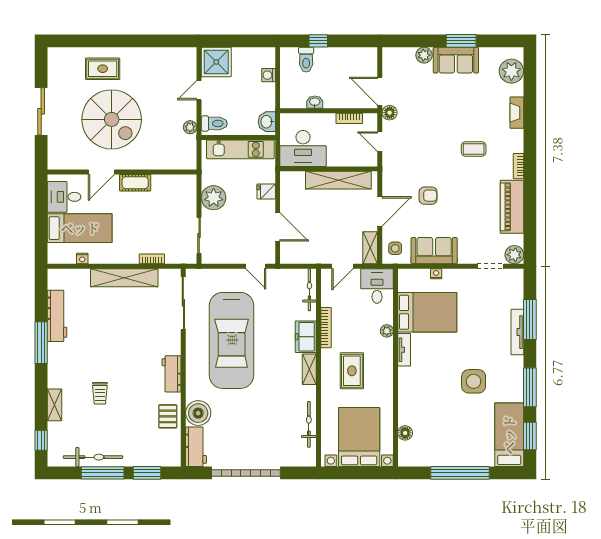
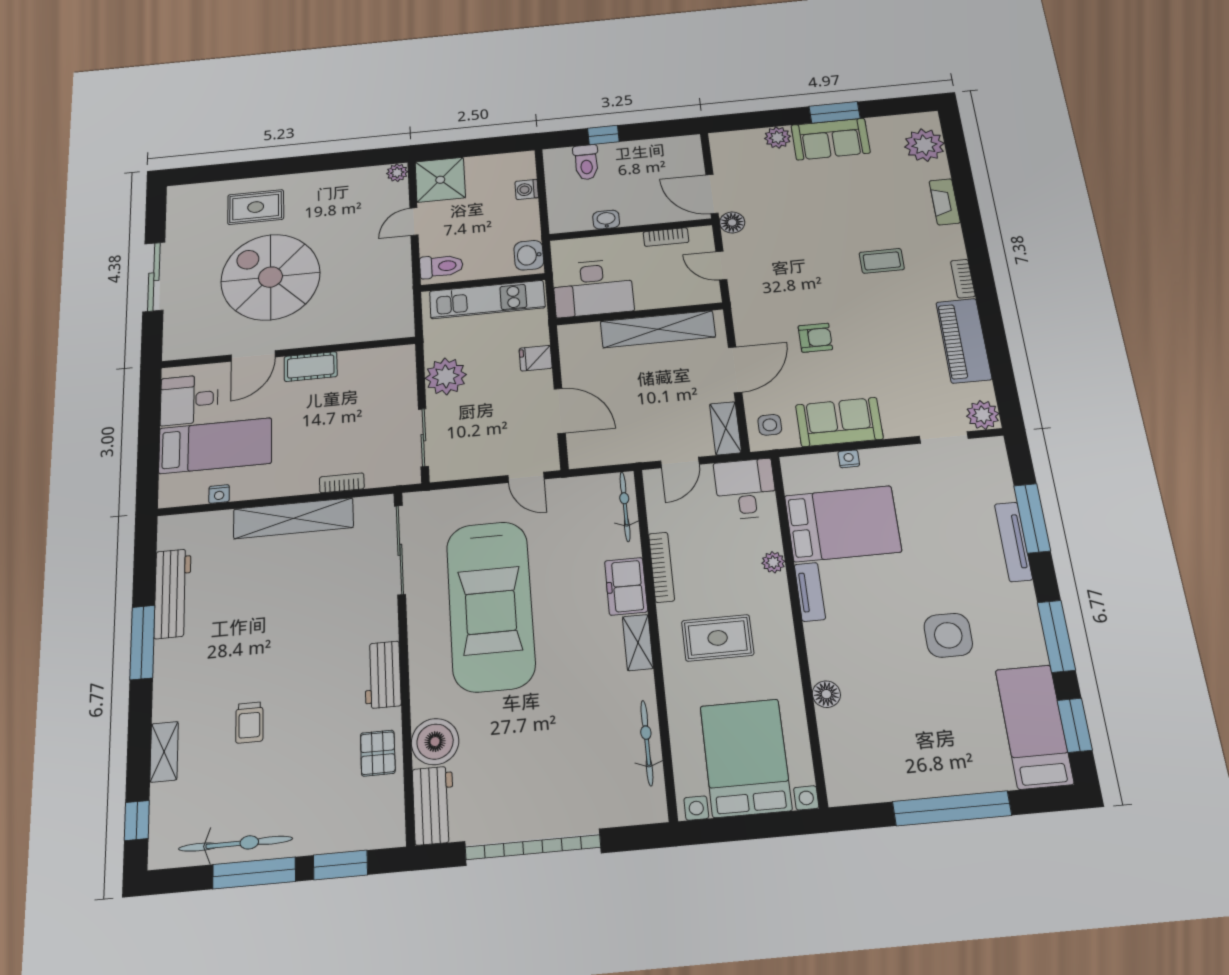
spiral stairs: (112, 119) -> (270, 277), turned 180
plant: (190, 127) -> (397, 173), moved
rug: (352, 371) -> (718, 638), turned 90
floor lamp: (405, 433) -> (826, 694), moved

